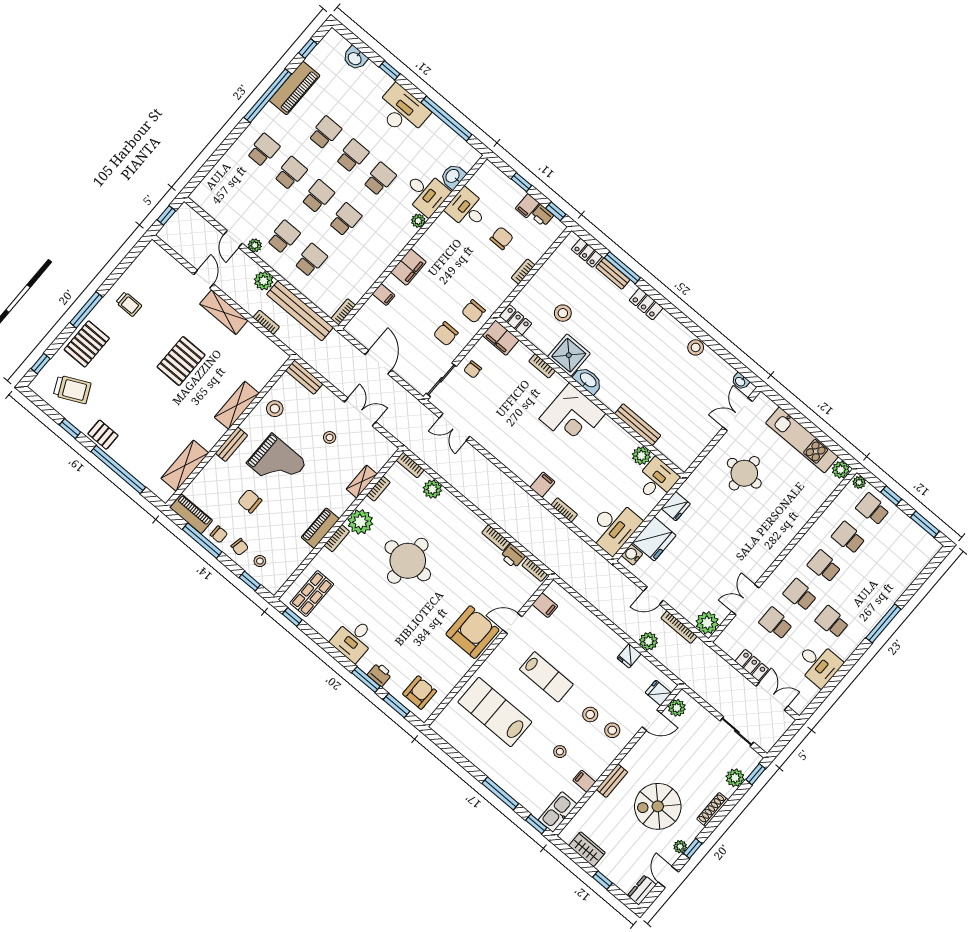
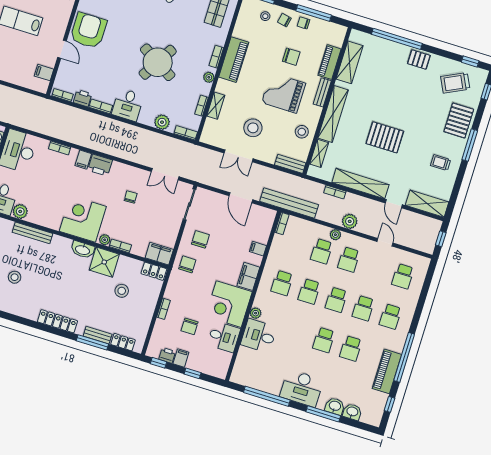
window: (390, 70) -> (323, 414), width x2.17
washbasin: (453, 176) -> (335, 406), moved, turned -90
school desk: (380, 179) -> (282, 283), moved
school desk: (229, 191) -> (403, 276), added
plant: (255, 245) -> (335, 235), moved
corner desk: (445, 245) -> (229, 304), added
shelving: (165, 263) -> (427, 204), added
locker: (646, 304) -> (57, 321), width x1.53
bench: (300, 311) -> (289, 203), moved
shelving: (224, 312) -> (360, 184), width x1.47
stool: (696, 347) -> (15, 277), moved
pallet: (181, 361) -> (385, 137), turned 90
chair: (473, 369) -> (131, 197), moved
shelving: (265, 375) -> (319, 153), added
plant: (557, 381) -> (105, 240), added
shelving: (237, 405) -> (333, 114), width x1.47
double door: (455, 427) -> (165, 174), swing flipped
window: (70, 429) -> (470, 62), moved
stool: (330, 437) -> (253, 128), width x1.89, depth x1.89
printer: (526, 470) -> (100, 165), added
piano: (191, 514) -> (330, 62), moved, turned 90
plant: (360, 522) -> (209, 77), width x0.53, depth x0.53
desk: (464, 526) -> (128, 105), added
piano: (320, 528) -> (234, 60), width x1.37, depth x1.33
round table: (408, 561) -> (158, 62), turned 31
door: (512, 623) -> (62, 49), hinge flipped
armchair: (472, 632) -> (88, 30), turned 180

